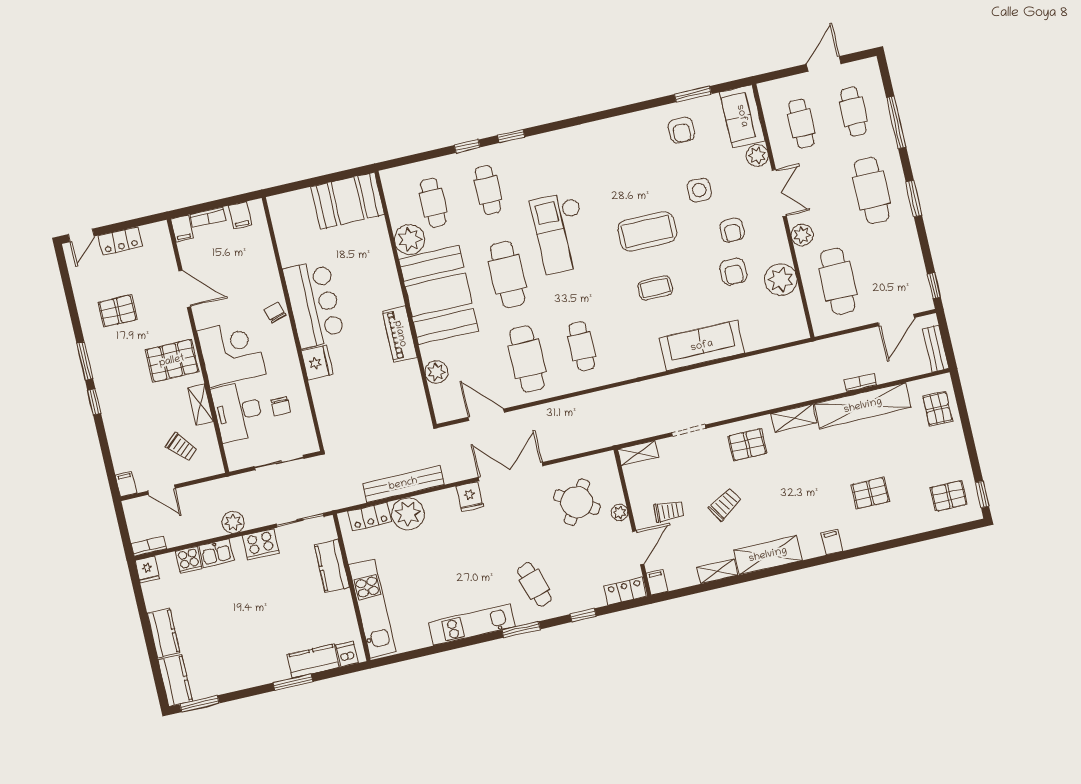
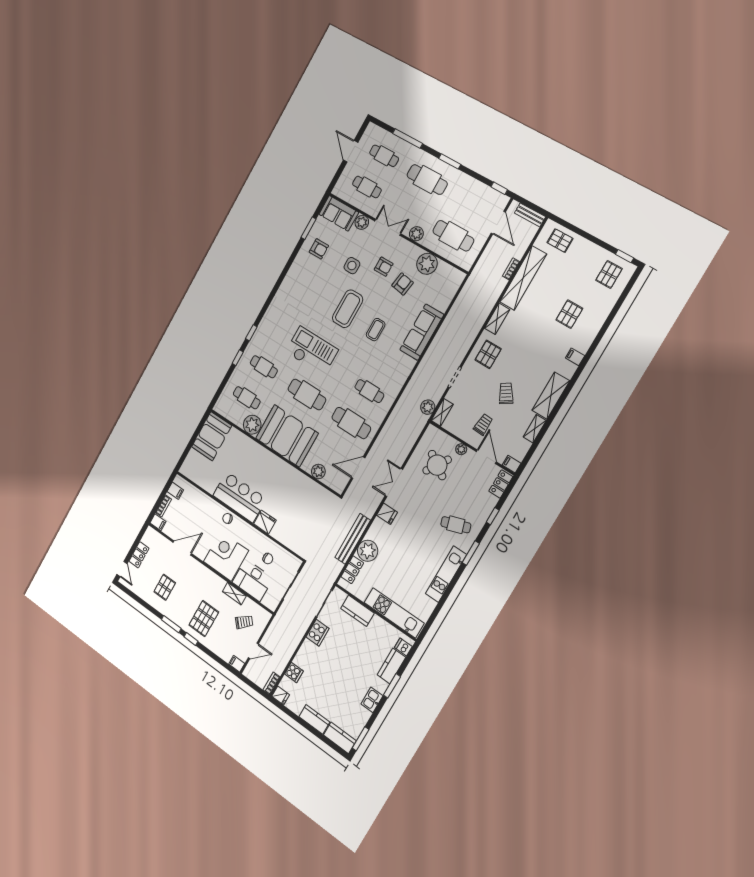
checkout: (561, 233) -> (312, 351), turned 180
armchair: (733, 272) -> (403, 284), turned -81
piano: (400, 334) -> (287, 471), removed
pallet: (172, 361) -> (204, 619), moved
double door: (511, 472) -> (394, 482), width x0.73
plant: (233, 522) -> (428, 407), moved
kitchen sink: (216, 553) -> (372, 700), moved, turned 180

